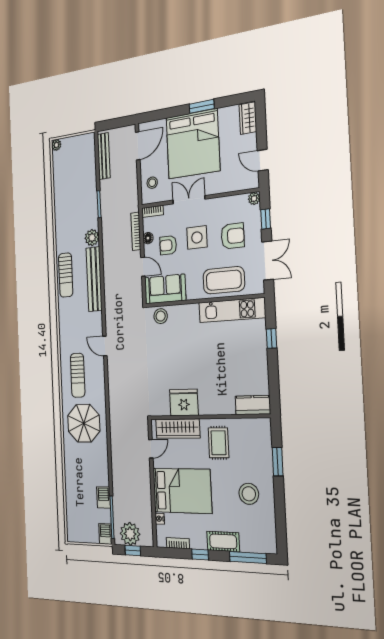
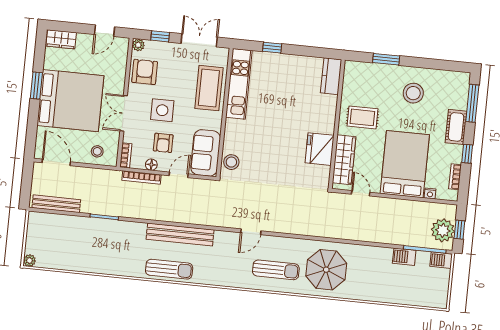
armchair: (233, 236) -> (145, 72), moved
plant: (92, 238) -> (137, 231), removed

